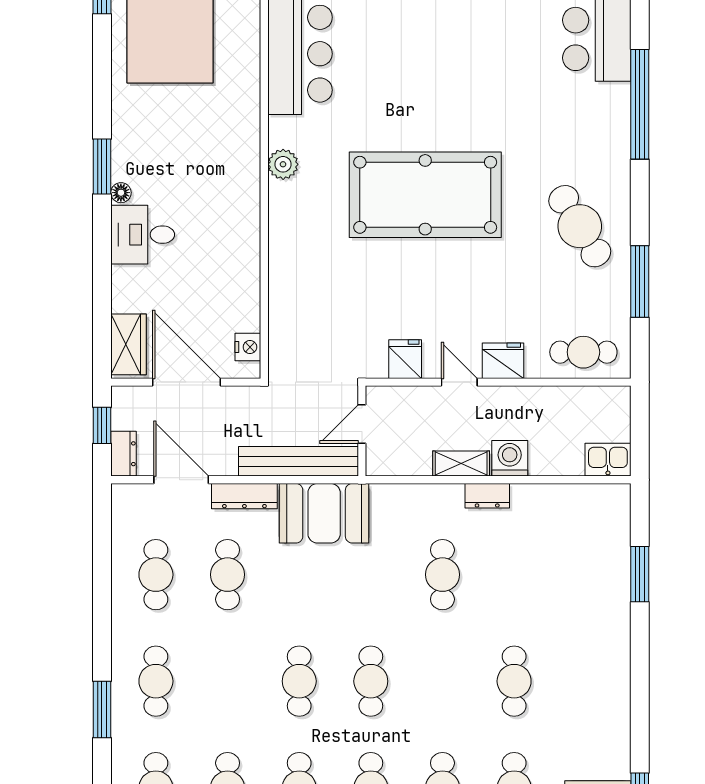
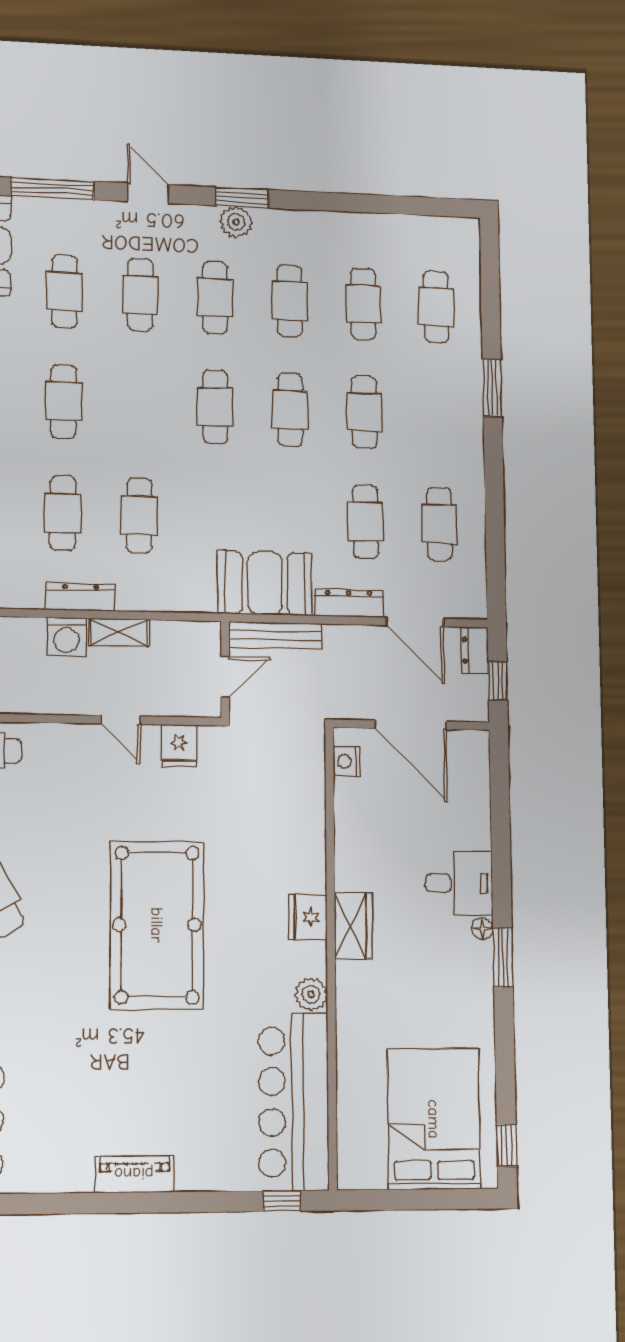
plant: (283, 164) -> (311, 994), moved
pool table: (425, 195) -> (157, 925), turned 90
wardrobe: (129, 344) -> (353, 926), moved, turned 180
fridge: (503, 361) -> (308, 917), moved, turned 90
bench: (299, 461) -> (275, 635), width x0.73, depth x0.82
dresser: (487, 496) -> (81, 597), width x1.44
cafe table: (514, 575) -> (63, 513), added
cafe table: (156, 681) -> (364, 412), moved

